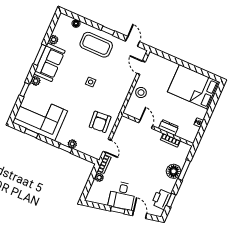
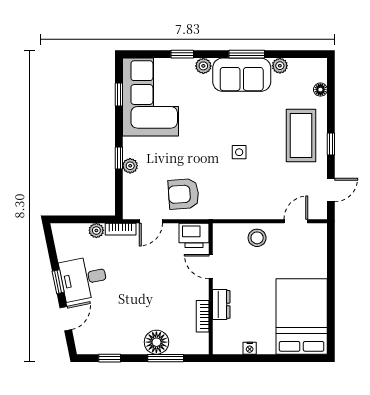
door: (146, 124) -> (211, 267), swing flipped
printer: (161, 199) -> (194, 235), moved, turned 180

